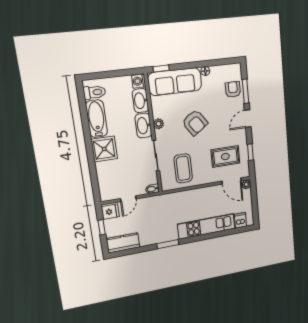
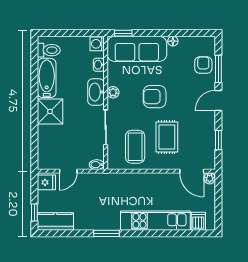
washbasin: (140, 101) -> (99, 65), width x0.52, depth x0.69
armchair: (195, 123) -> (155, 97), turned 125
rug: (225, 156) -> (167, 137), moved, turned 90
window: (102, 227) -> (34, 212), moved

